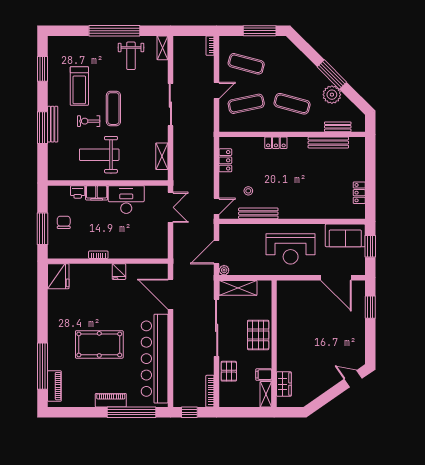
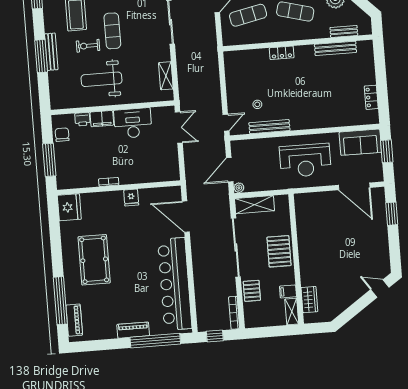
locker: (225, 160) -> (231, 75), removed
chair: (64, 222) -> (62, 135), moved
pool table: (99, 344) -> (94, 260), moved, turned 90

